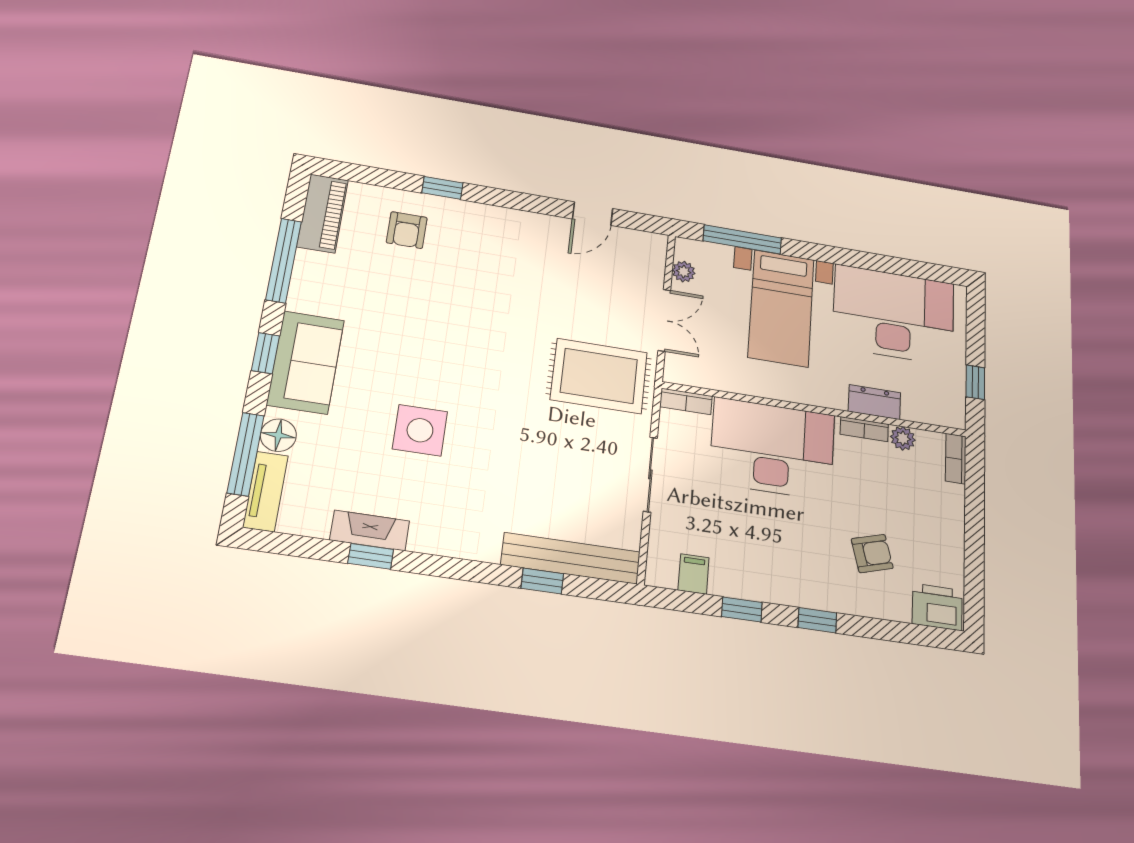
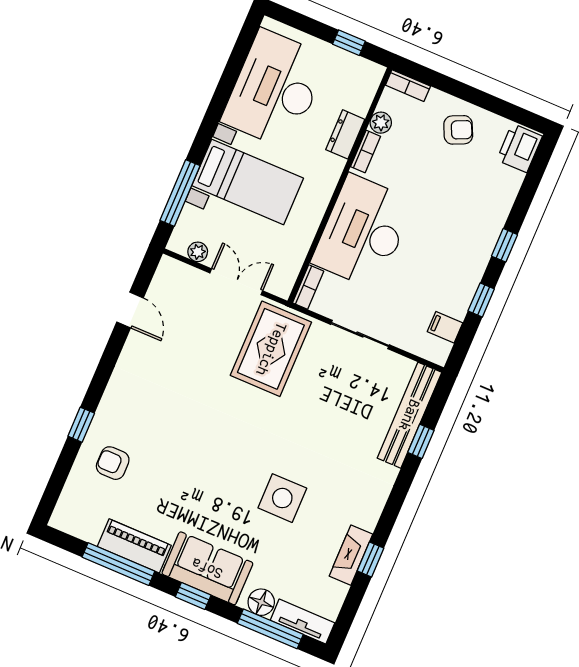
piano: (323, 213) -> (134, 546), moved
armchair: (407, 230) -> (113, 463), turned 180
armchair: (872, 554) -> (458, 130), moved, turned 81

